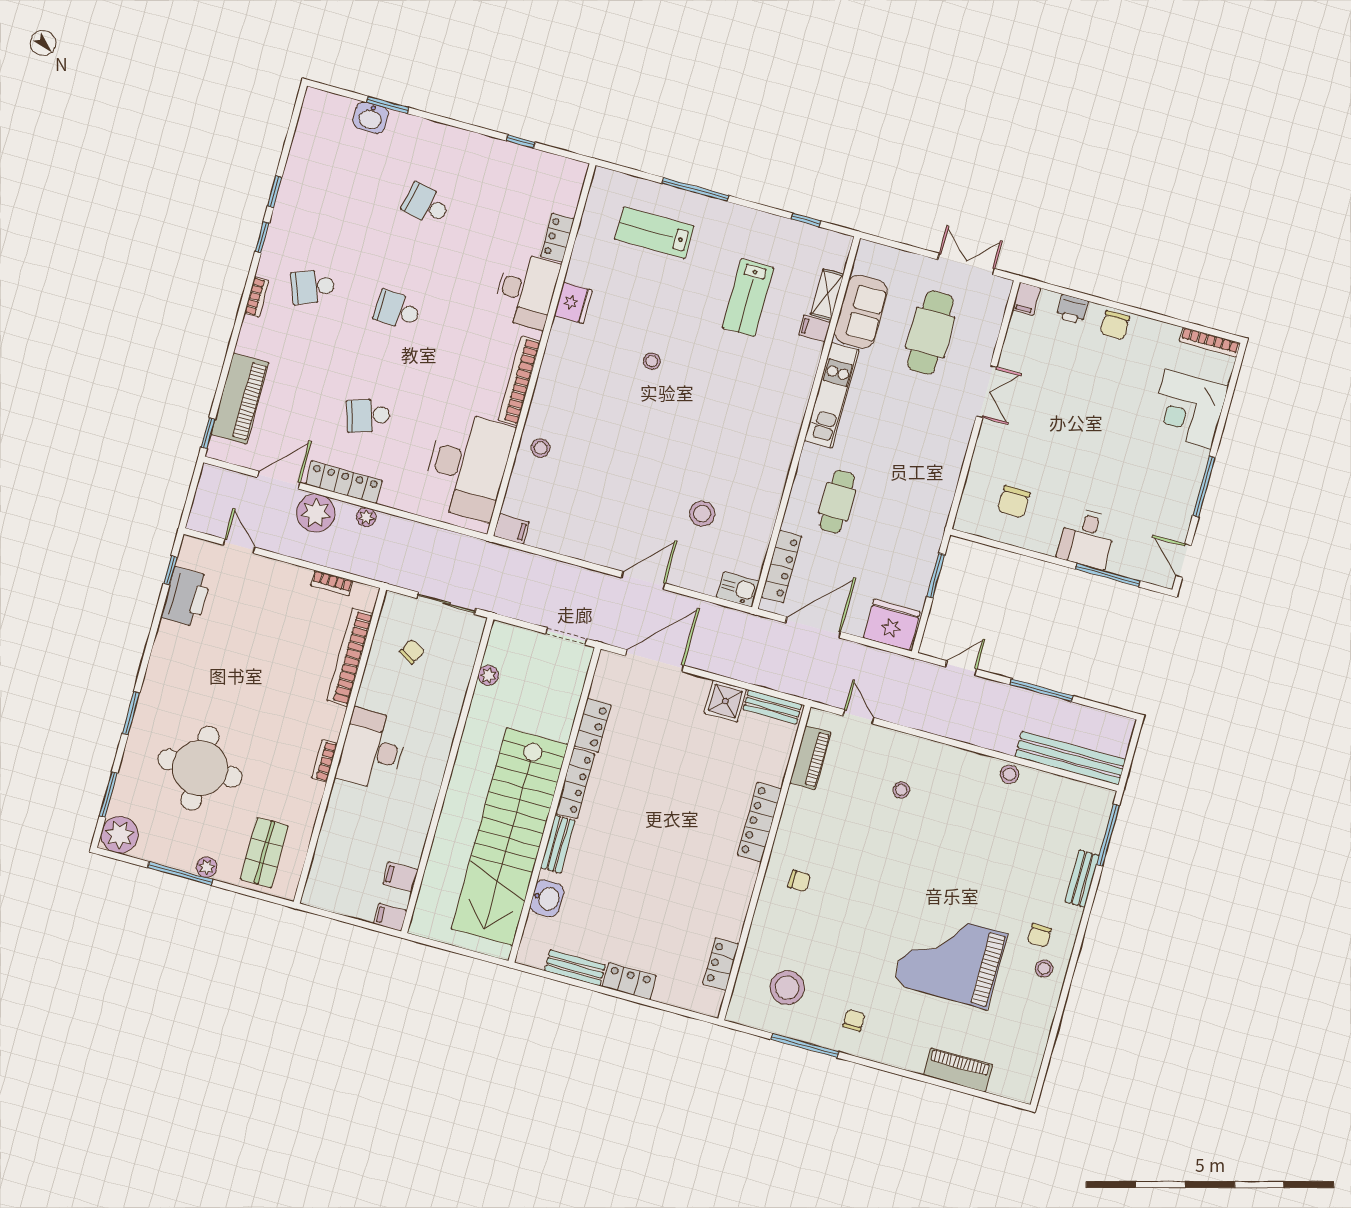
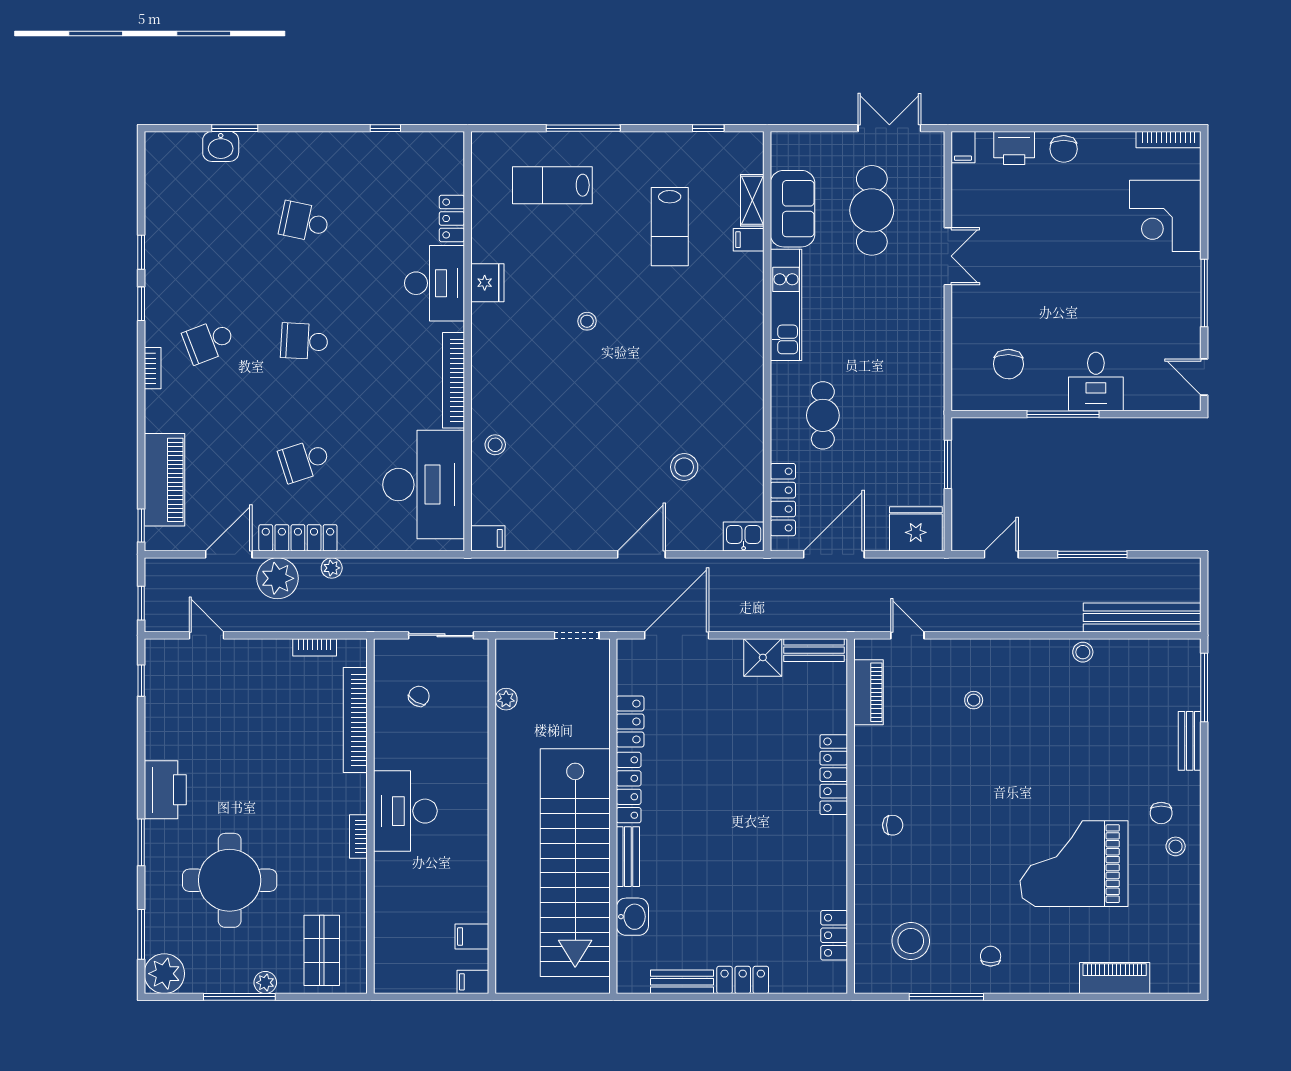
printer: (1072, 309) -> (1014, 148), width x1.36, depth x1.24
window: (189, 502) -> (141, 603), added
window: (1108, 575) -> (1063, 414), moved
printer: (186, 597) -> (165, 790), moved

